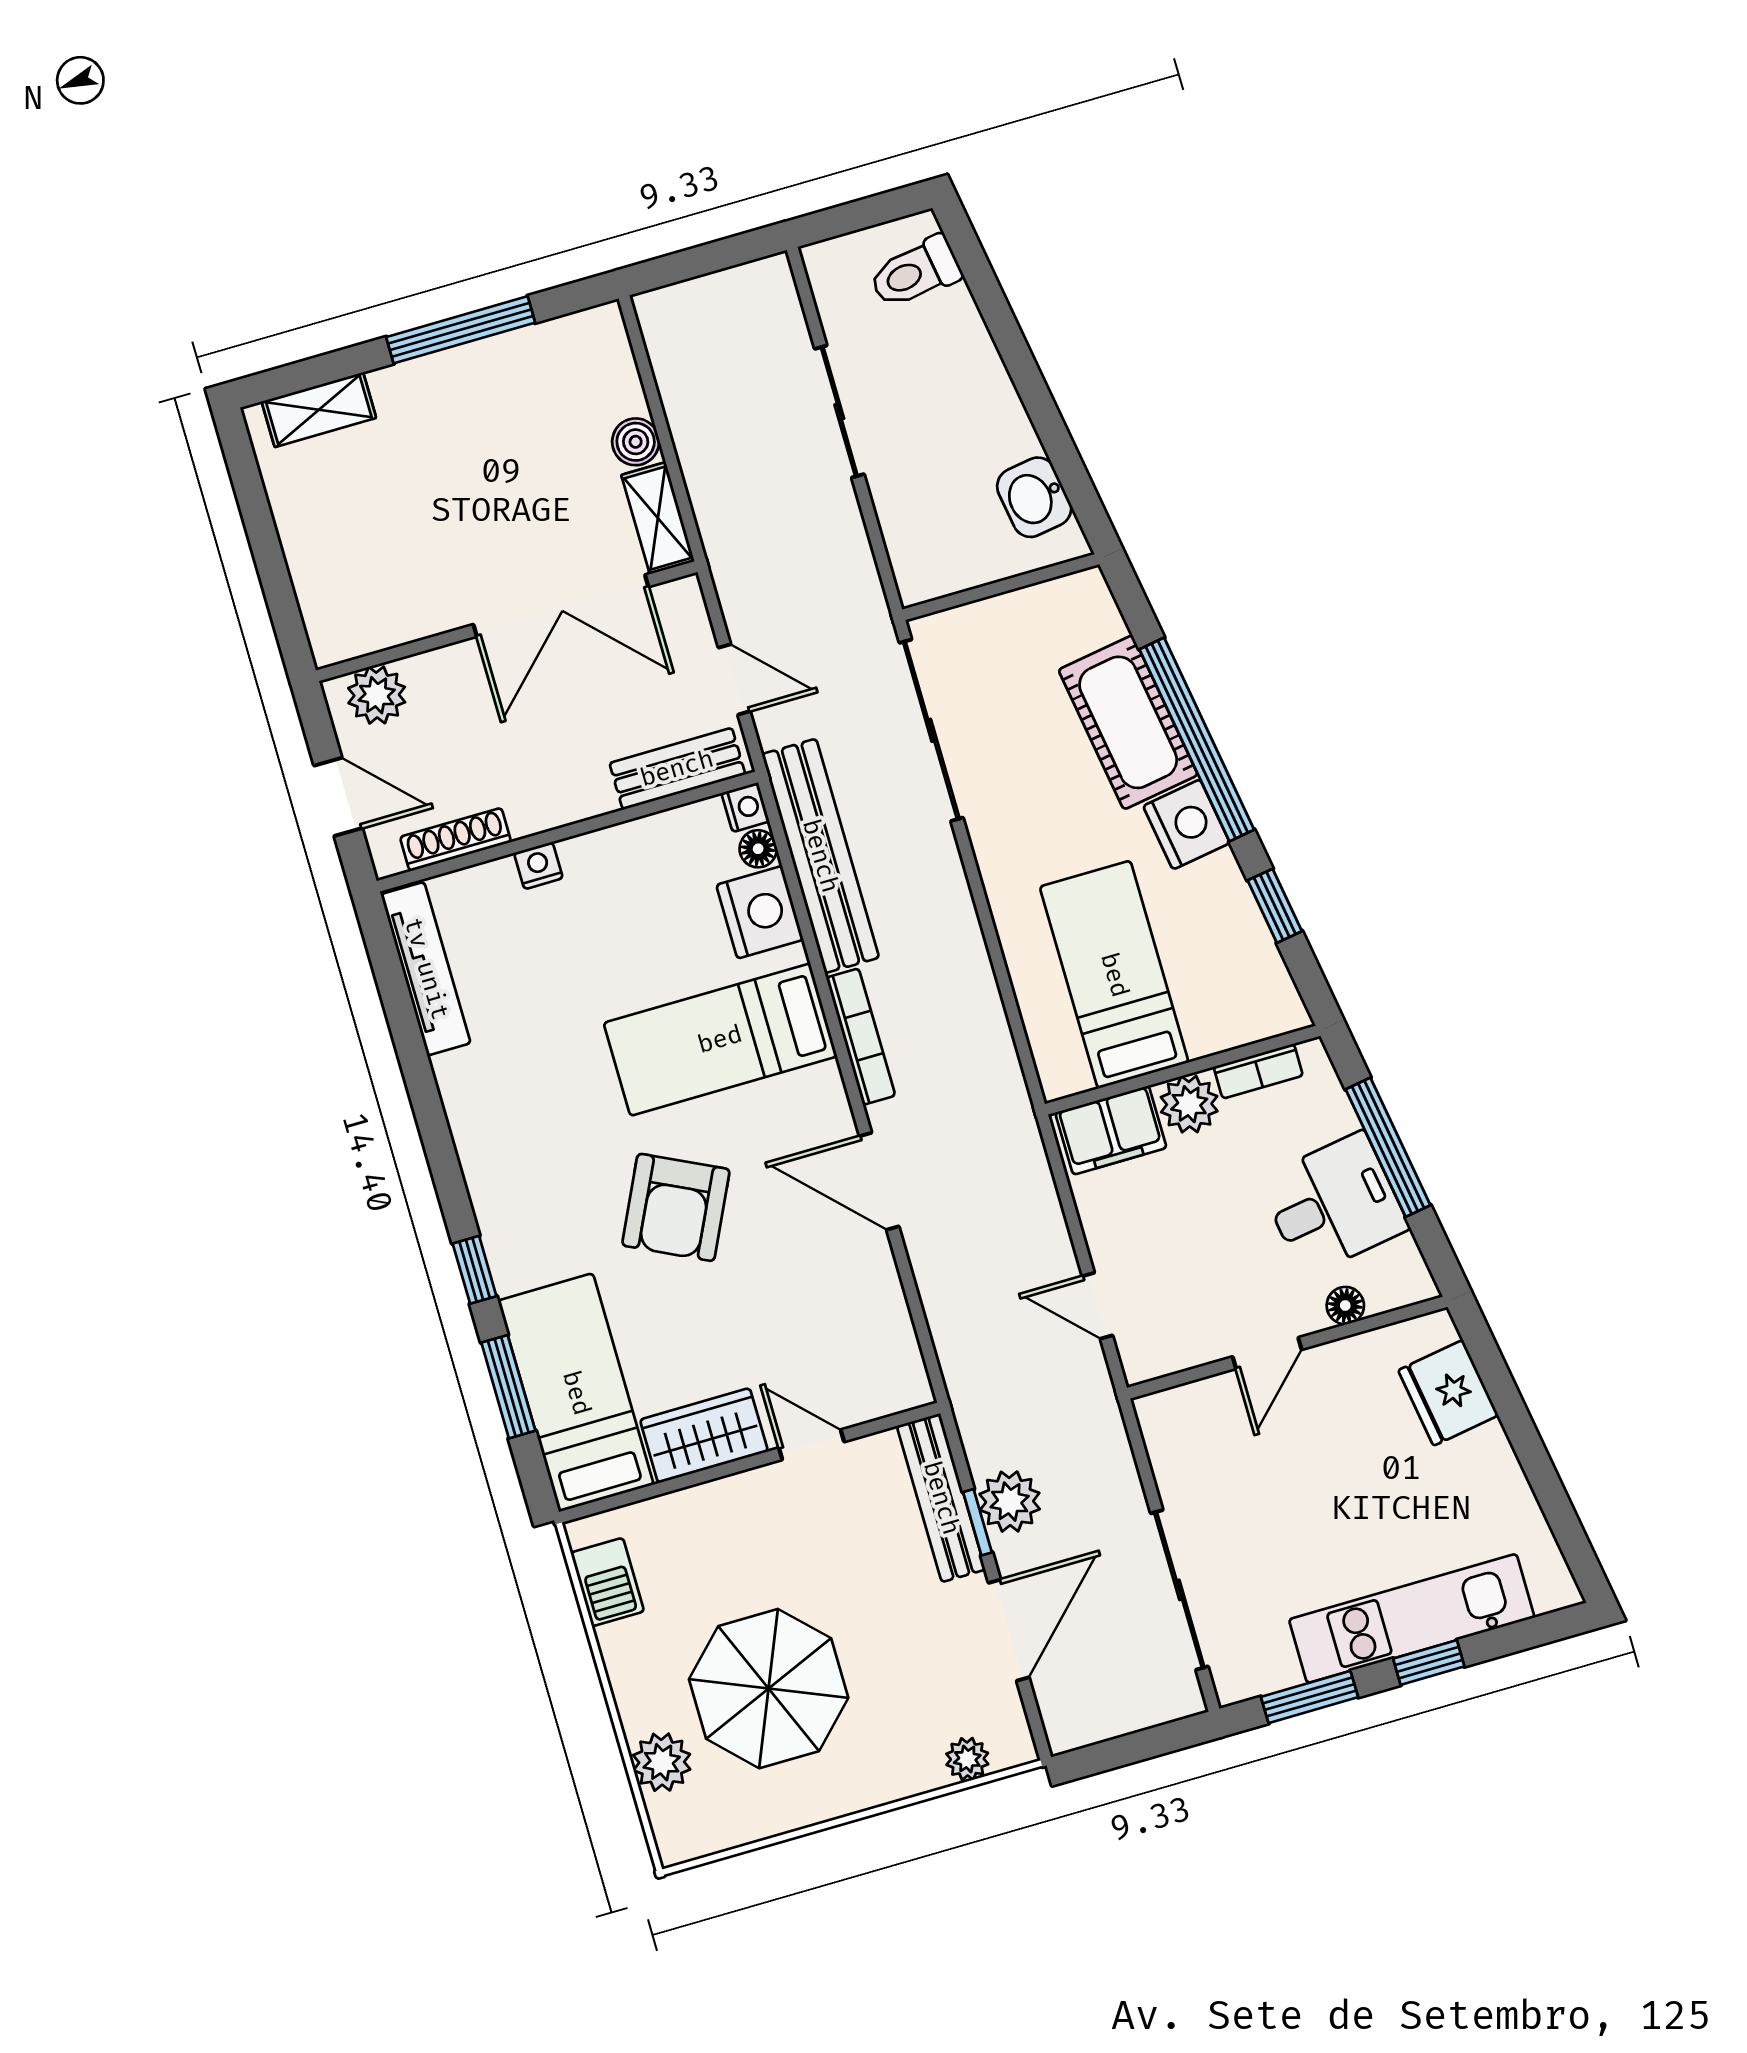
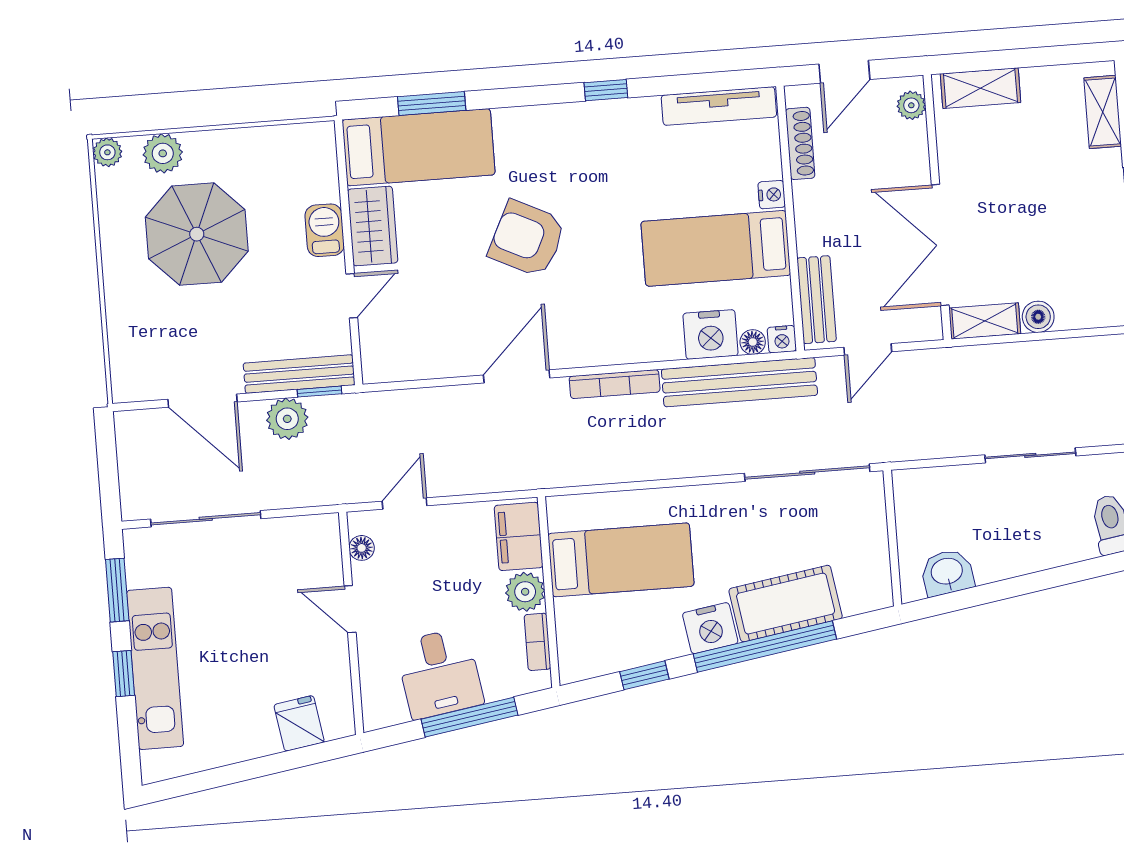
shelving: (321, 594) -> (980, 88), added
plant: (377, 695) -> (911, 105), width x0.73, depth x0.73
bed: (720, 1040) -> (716, 248), moved, turned -90
window: (475, 1270) -> (606, 90), moved
floor lamp: (1345, 1306) -> (362, 548), moved
fridge: (1448, 1393) -> (299, 723), width x0.72
window: (978, 1522) -> (319, 392), moved
barbecue: (607, 1582) -> (325, 230), moved, turned 90
plant: (967, 1759) -> (107, 152), moved

